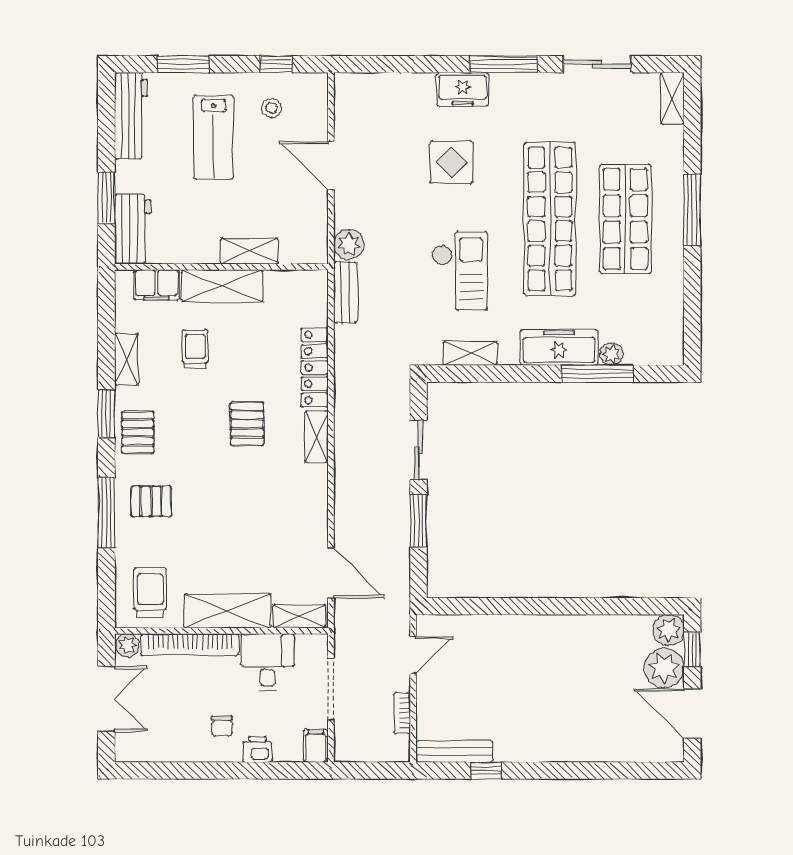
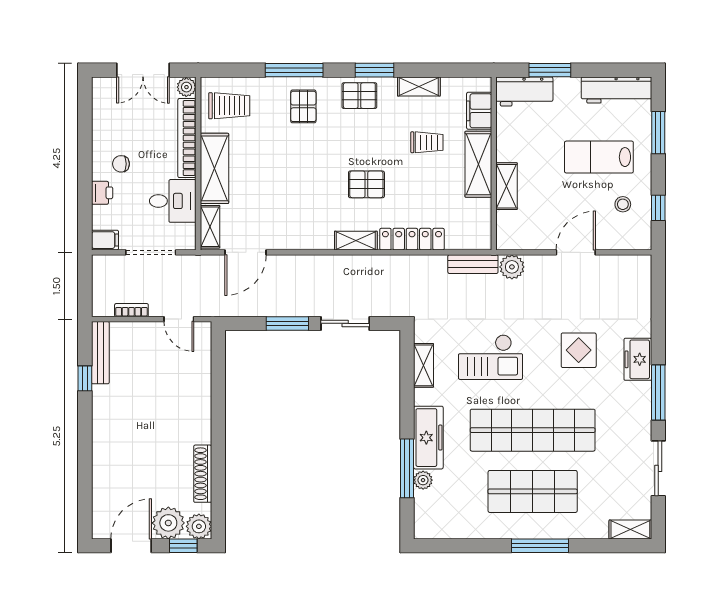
shoe rack: (604, 625) -> (203, 474), added

